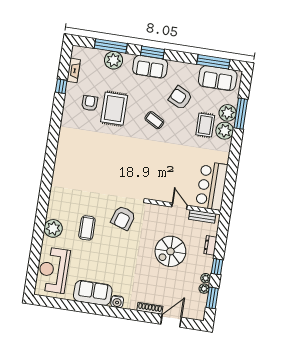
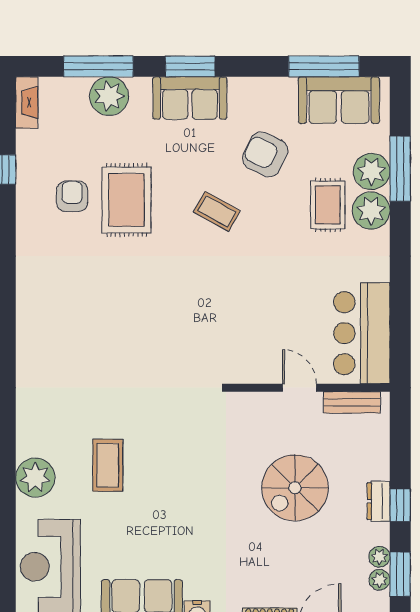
fireplace: (74, 70) -> (27, 102), moved
armchair: (123, 218) -> (182, 432), removed
dresser: (210, 245) -> (379, 501), moved
plant: (206, 278) -> (379, 580), moved

